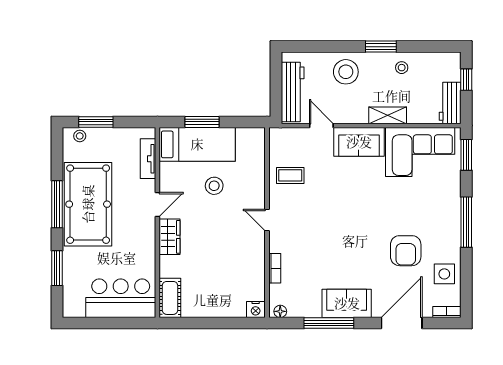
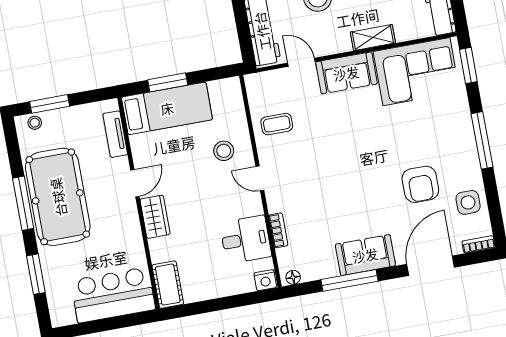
stool: (214, 186) -> (224, 151), moved
desk: (245, 271) -> (246, 240), added

